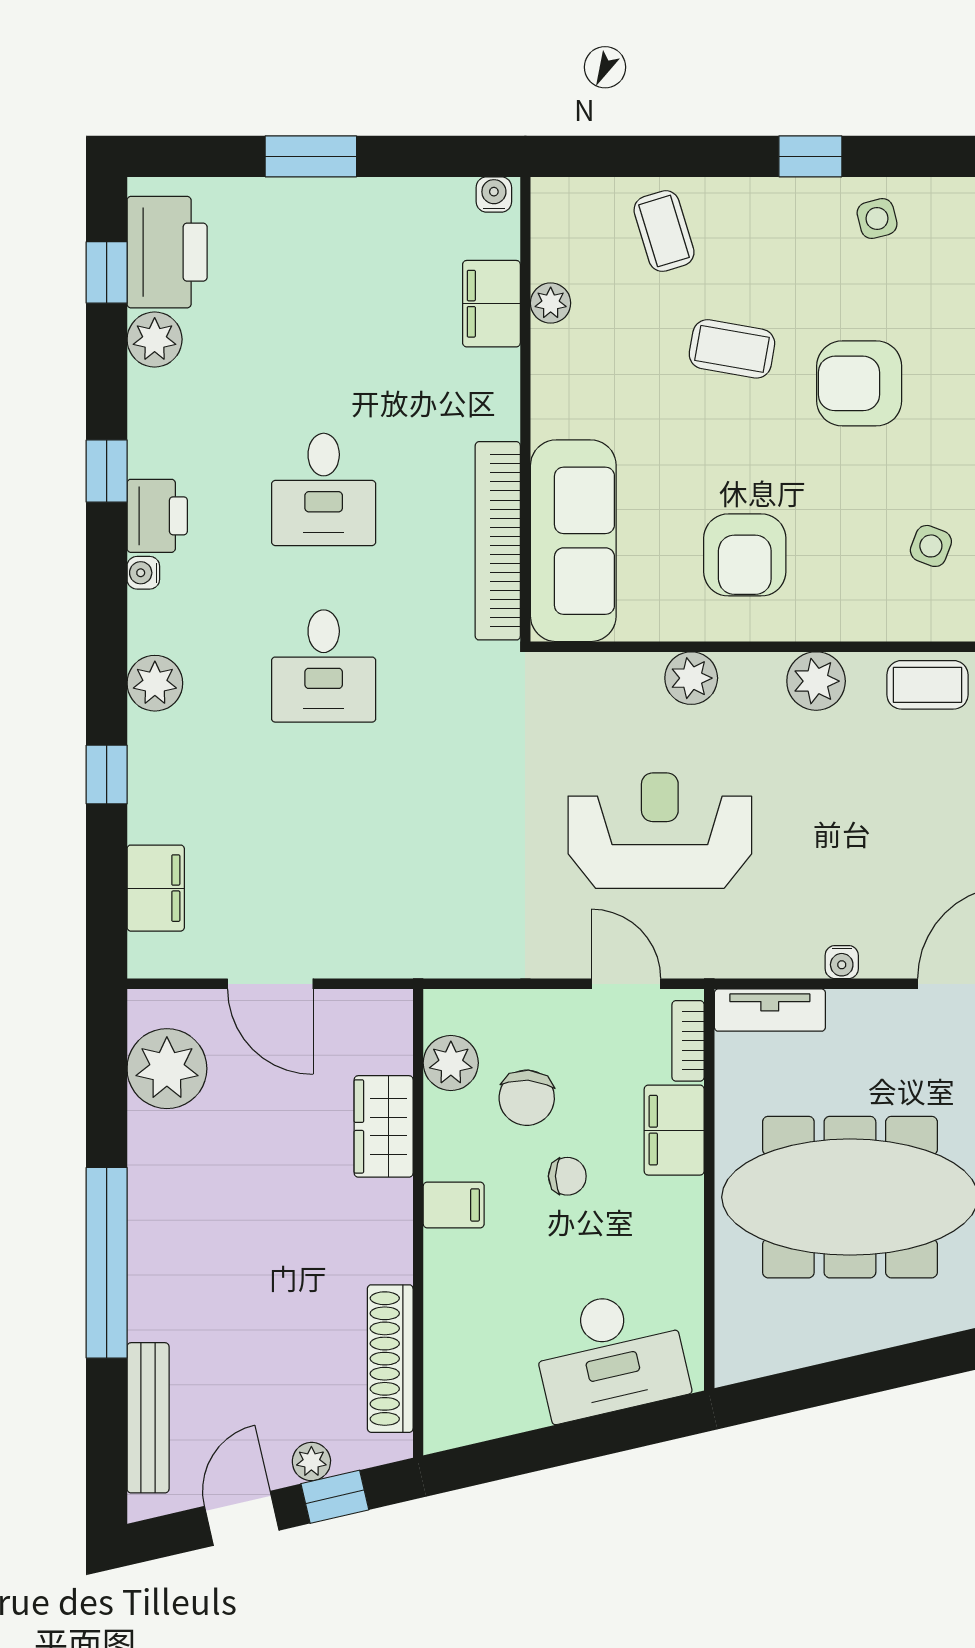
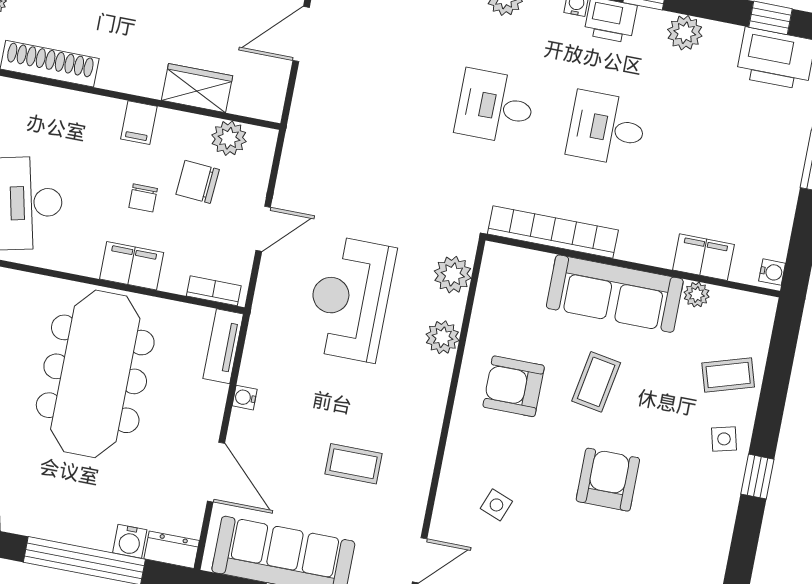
side table: (877, 219) -> (724, 439), moved
plant: (155, 339) -> (685, 33), moved
coffee table: (732, 349) -> (596, 382), moved
sofa: (573, 541) -> (615, 294), moved
plant: (816, 681) -> (453, 275), moved
coffee table: (927, 685) -> (354, 464), moved, turned 90
reception desk: (660, 831) -> (350, 299), turned 180
door: (626, 984) -> (263, 229), moved
filing cabinet: (674, 1130) -> (132, 266), moved

